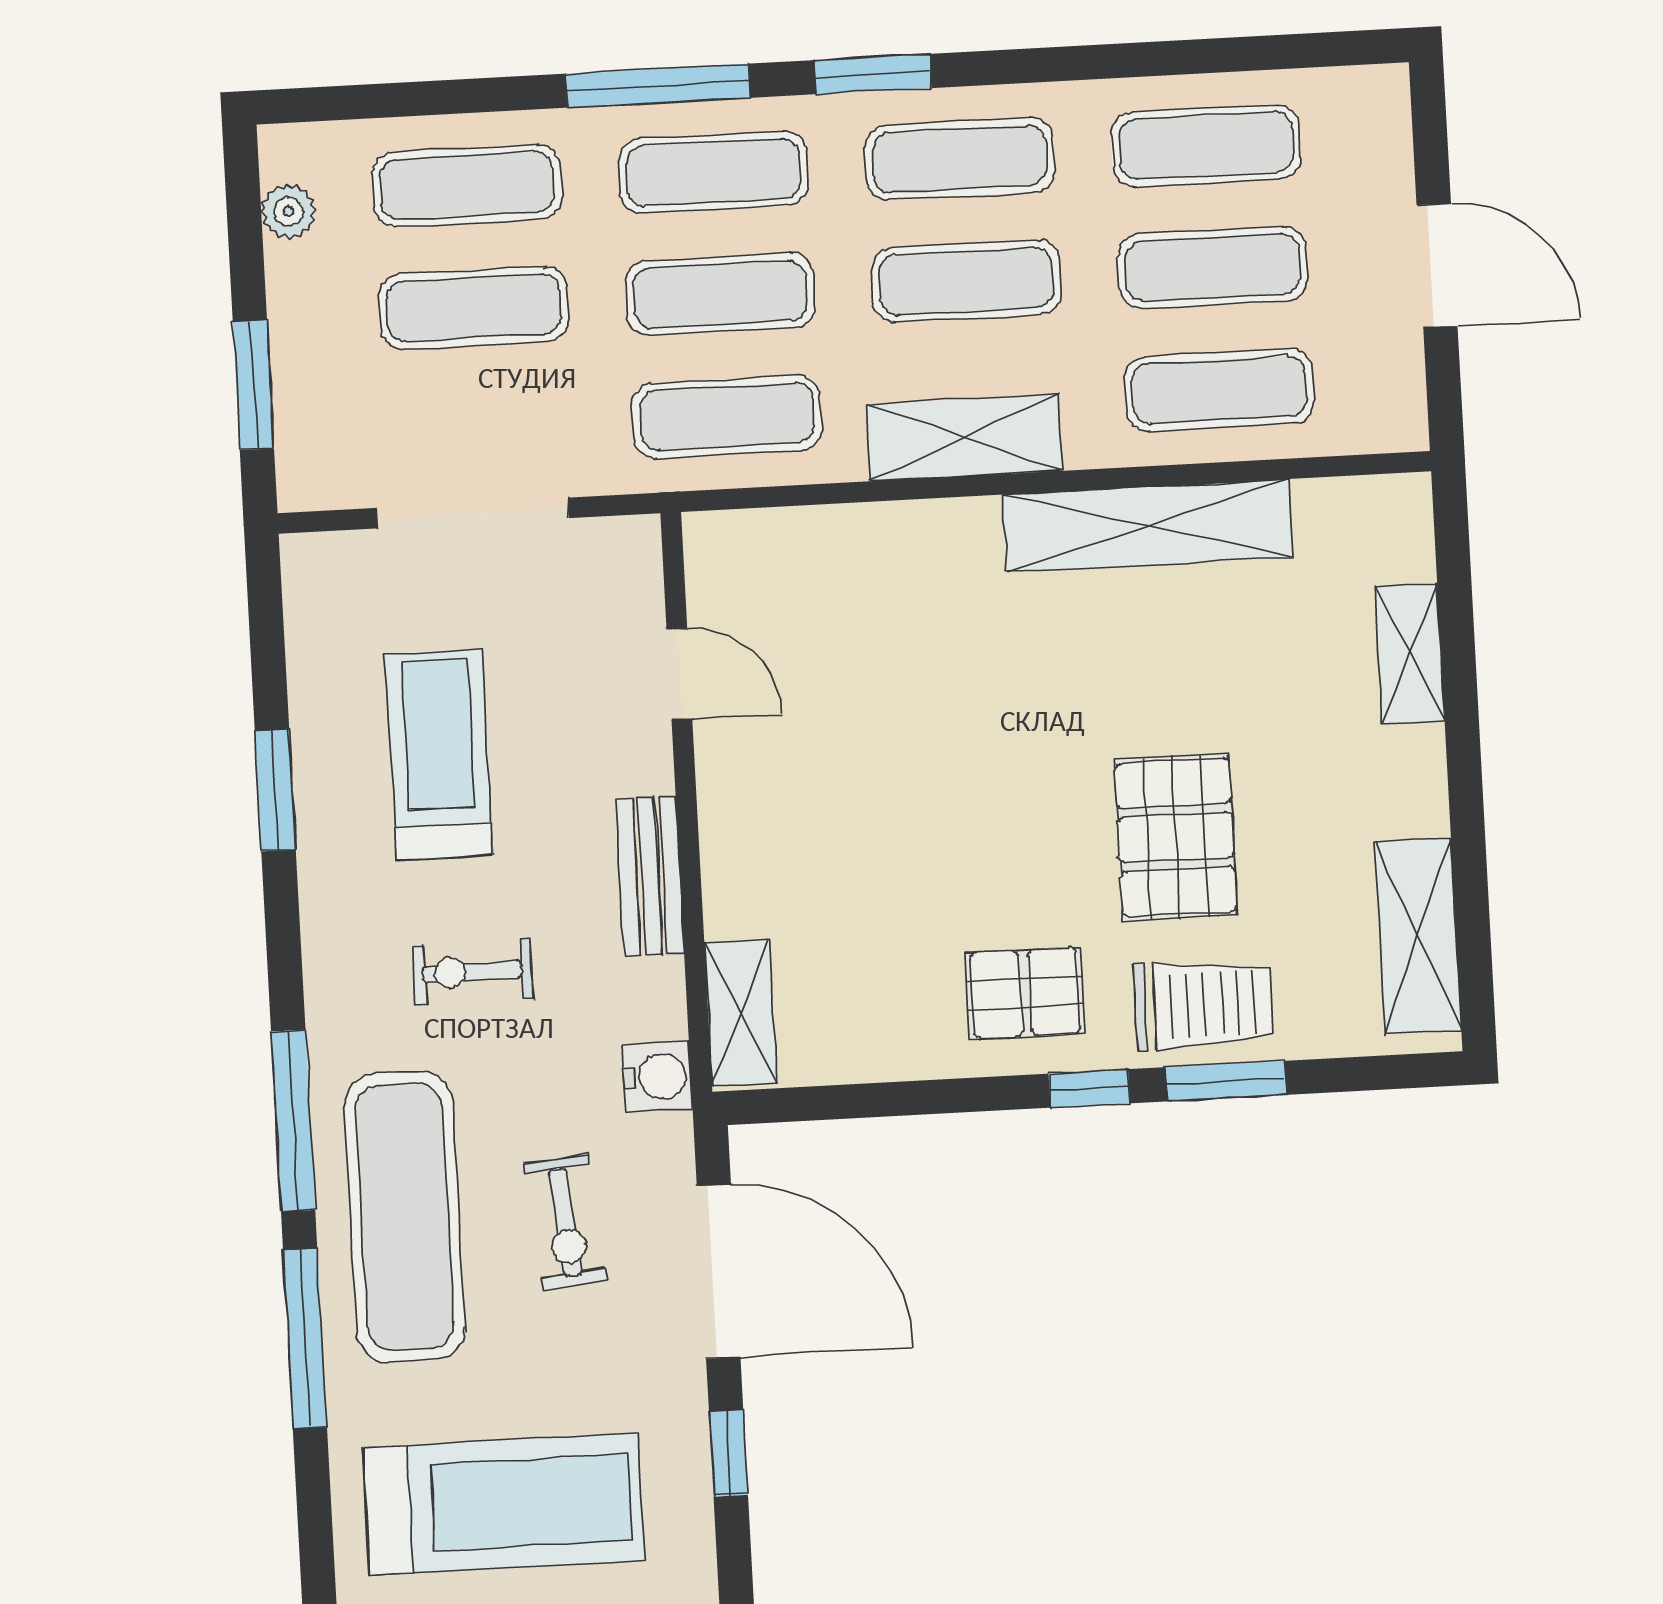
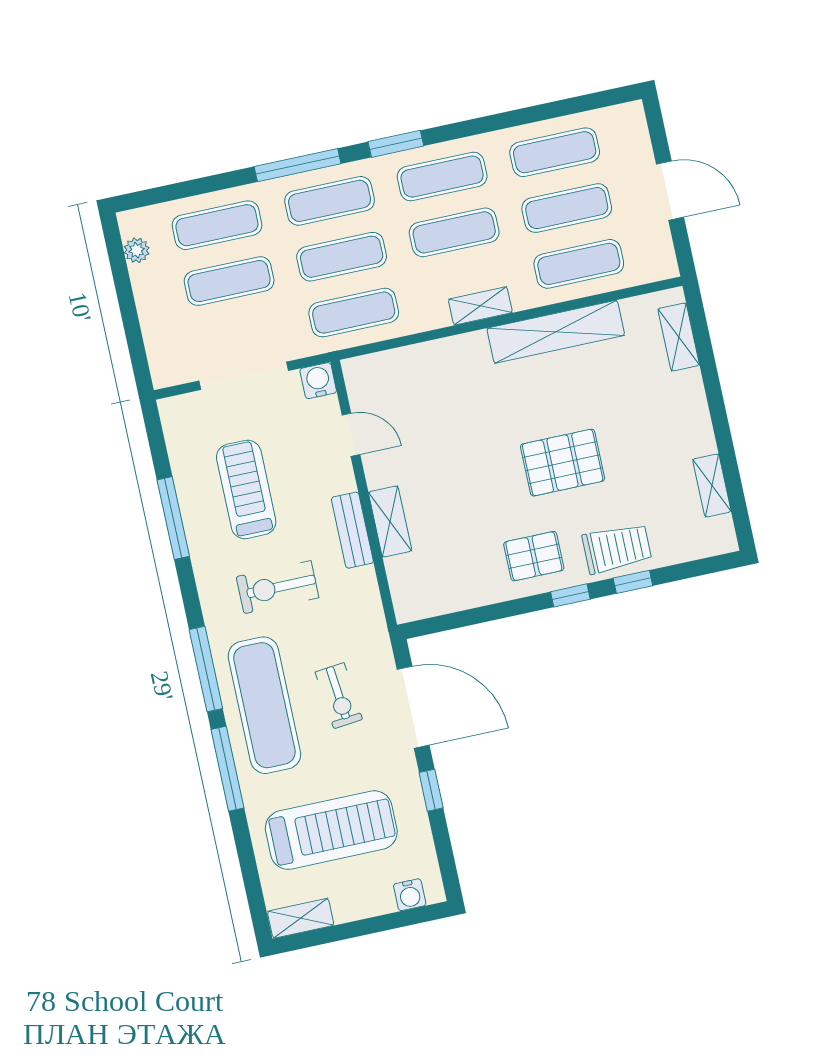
window: (253, 385) -> (133, 333), removed
shelving: (964, 438) -> (480, 306), width x0.67, depth x0.75
shelving: (1410, 654) -> (679, 337), moved
window: (275, 790) -> (173, 518), width x1.44
pallet: (1176, 837) -> (563, 463), moved, turned 90
shelving: (1418, 936) -> (712, 485), width x0.67, depth x0.75
exercise bike: (472, 972) -> (278, 587), width x1.38, depth x1.39
shelving: (740, 1013) -> (390, 521), moved
water cooler: (657, 1077) -> (318, 381), moved, turned -90
window: (1226, 1081) -> (633, 582), width x0.67

